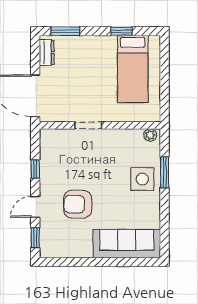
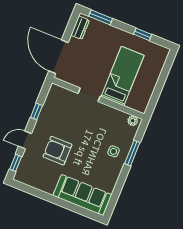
bed: (133, 69) -> (123, 76), moved, turned 180
side table: (142, 179) -> (114, 151), width x0.54, depth x0.54

